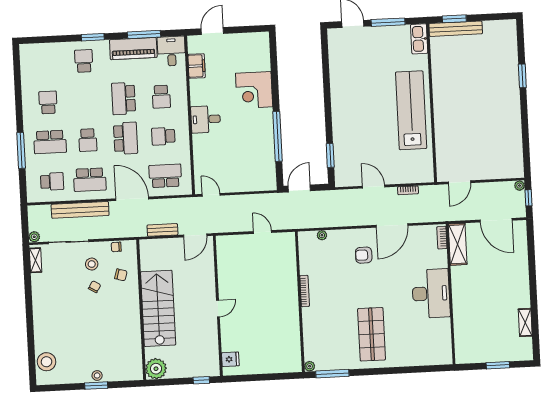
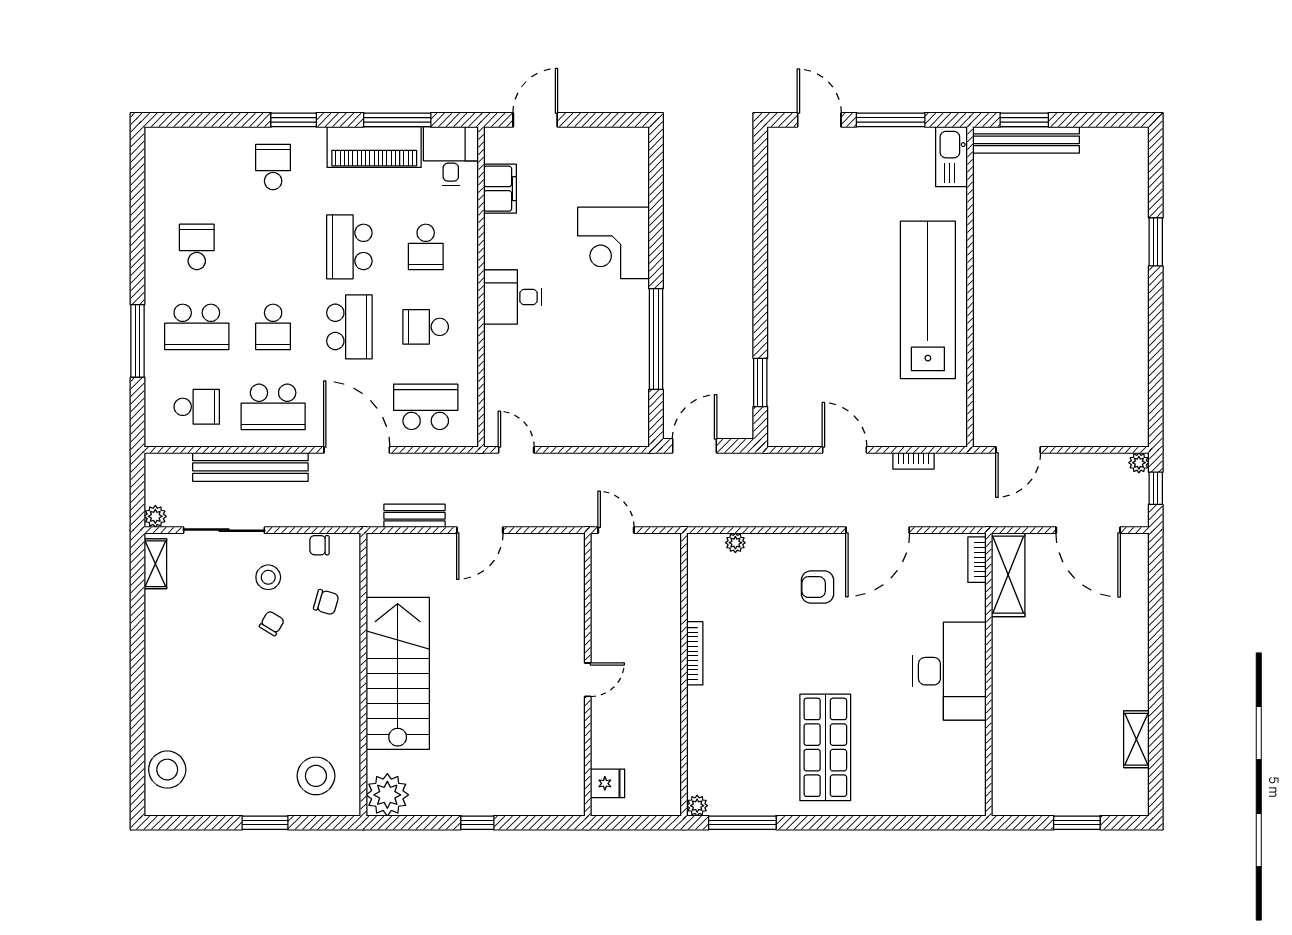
wall: (218, 306) -> (588, 674), moved
door: (218, 308) -> (588, 680), moved
fridge: (230, 359) -> (608, 783), moved
stool: (97, 375) -> (316, 776), moved, width x1.89, depth x1.89

